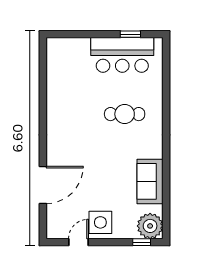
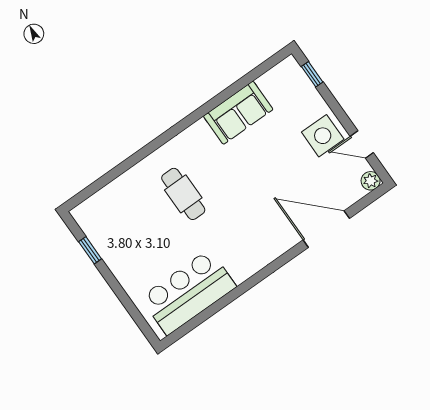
bar counter: (122, 55) -> (188, 292), moved, turned -90
plant: (150, 226) -> (371, 181), moved, width x0.53, depth x0.53

